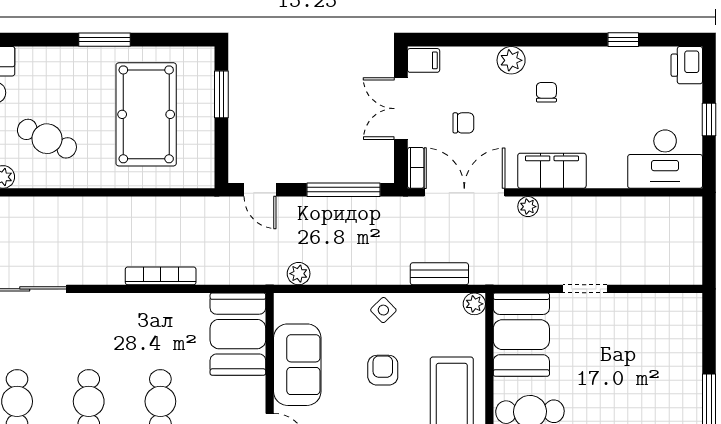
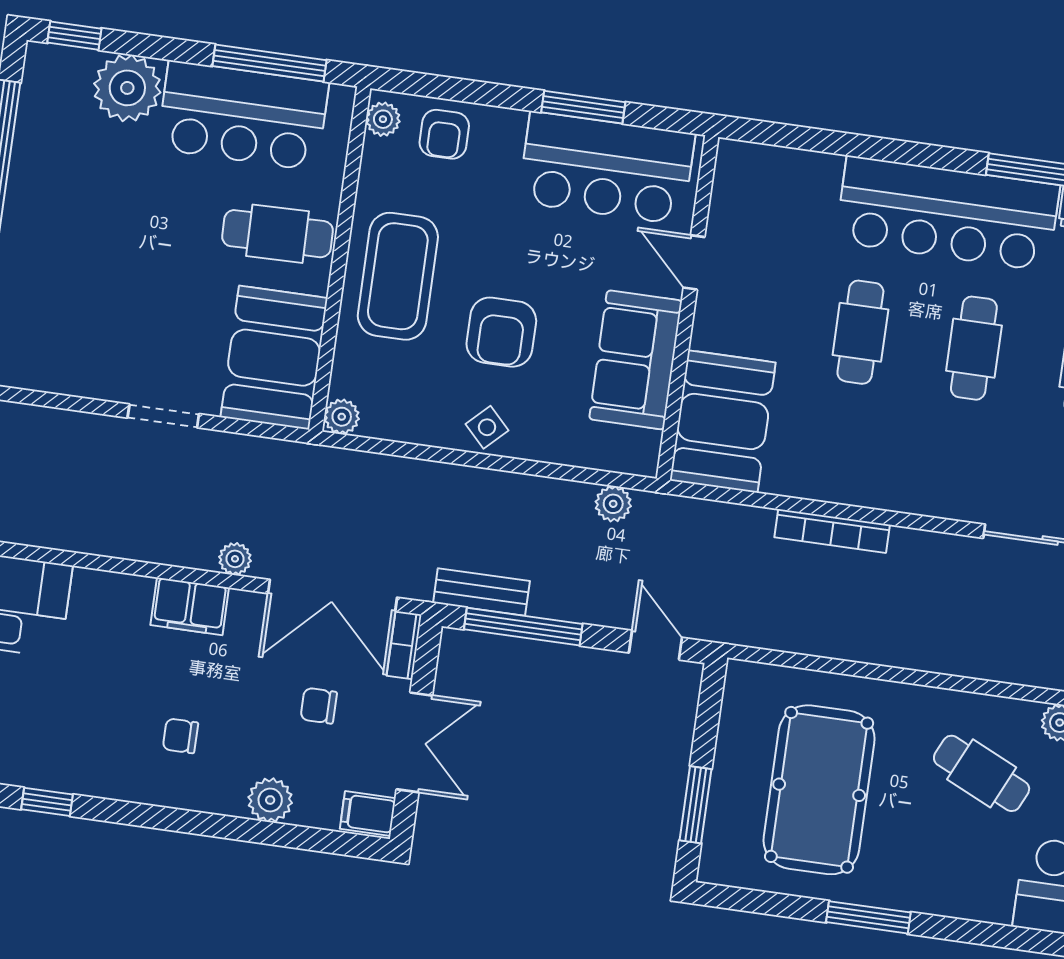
plant: (511, 60) -> (270, 800), moved
chair: (546, 92) -> (180, 736), turned 90
filing cabinet: (552, 171) -> (190, 606), width x0.67, depth x0.86
bench: (439, 274) -> (481, 592), moved
armchair: (383, 370) -> (501, 332), width x1.38, depth x1.38

